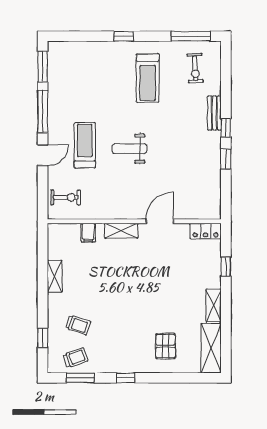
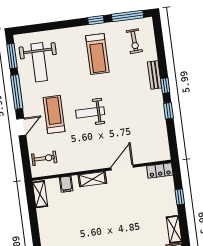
window: (124, 36) -> (96, 20), moved
weight bench: (75, 79) -> (39, 62), added
shelving: (55, 276) -> (40, 194), moved

